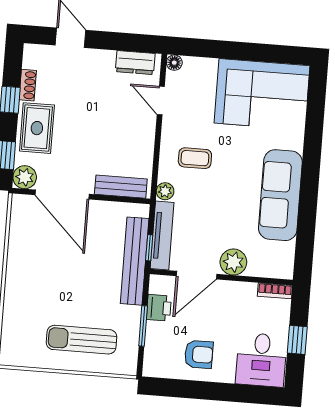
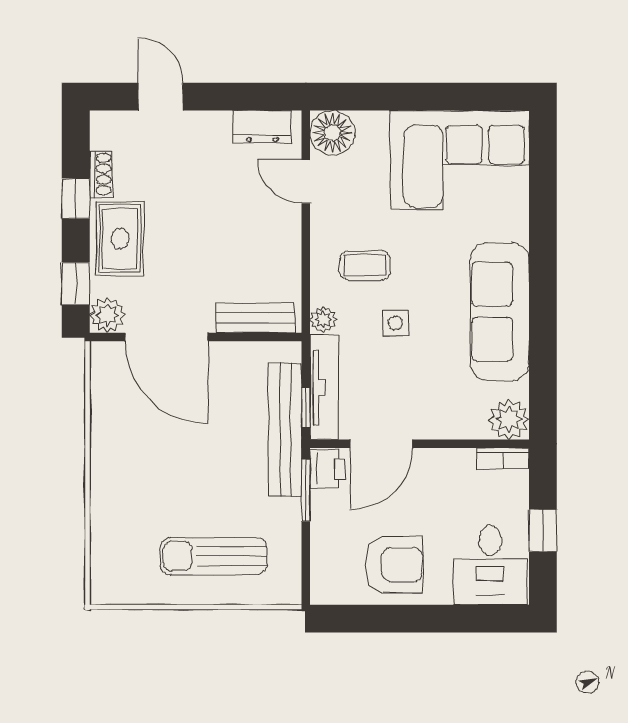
floor lamp: (174, 63) -> (332, 133), width x1.89, depth x1.89
side table: (212, 197) -> (395, 323), added
plant: (233, 262) -> (509, 419), moved
printer: (159, 308) -> (328, 469), moved
window: (143, 326) -> (306, 490), moved
armchair: (199, 354) -> (394, 565), width x1.38, depth x1.38

